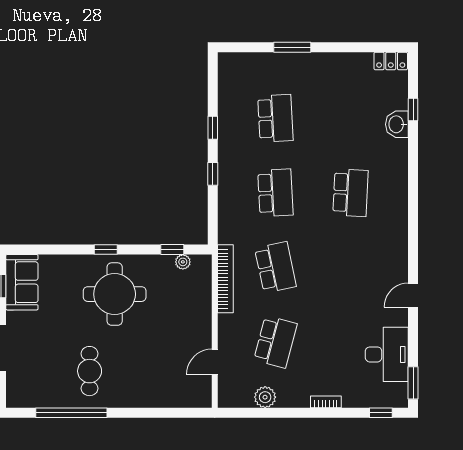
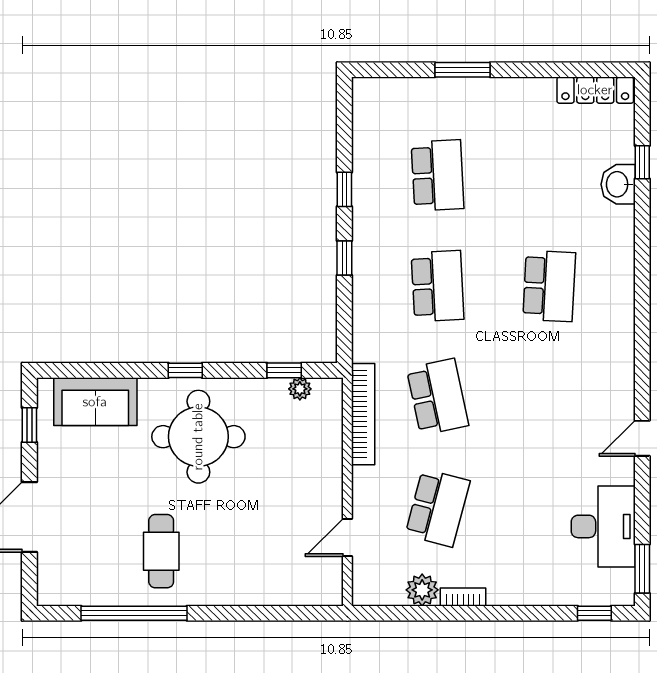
locker: (391, 61) -> (595, 90), width x1.53
sofa: (22, 282) -> (95, 402), moved, turned 90
bookcase: (326, 402) -> (463, 597), moved

